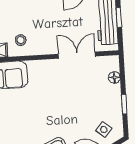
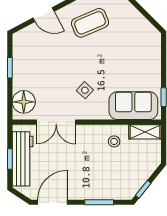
floor lamp: (114, 77) -> (24, 102), width x1.89, depth x1.89
side table: (104, 129) -> (85, 90), moved

